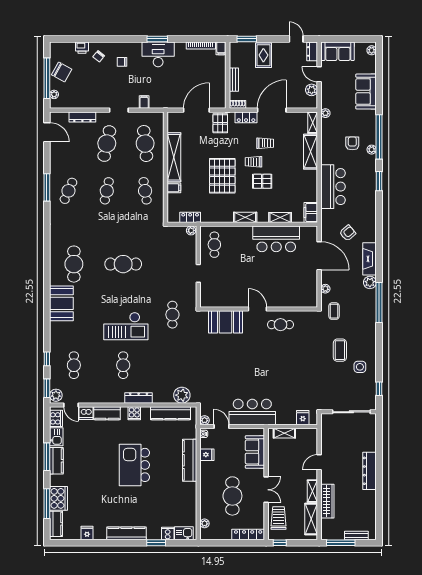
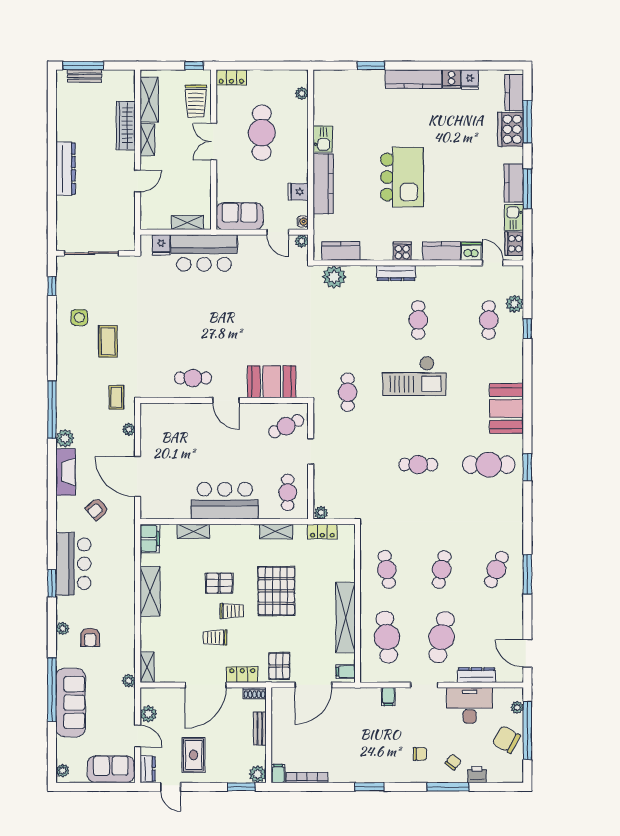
window: (102, 39) -> (448, 787), added
plant: (235, 48) -> (258, 774), added
desk: (158, 54) -> (470, 705), moved, turned 180
rug: (263, 55) -> (194, 755), moved
sofa: (366, 92) -> (71, 702), width x1.36
window: (379, 137) -> (52, 690), moved
shelving: (310, 152) -> (150, 591), moved
bar counter: (333, 187) -> (73, 564), moved, turned 180
filing cabinet: (174, 188) -> (346, 672), moved
shelving: (245, 217) -> (276, 531), moved
bar counter: (276, 239) -> (225, 501), moved
cafe table: (74, 264) -> (489, 465), turned 90
cafe table: (123, 264) -> (418, 465), width x0.73, depth x0.74
cafe table: (215, 291) -> (286, 426), added
checkout: (126, 326) -> (414, 376), turned 180
window: (47, 388) -> (527, 467), moved
plant: (56, 395) -> (514, 304), moved
bar counter: (252, 412) -> (204, 253), moved
kitchen counter: (171, 413) -> (341, 251), width x0.67
sofa: (255, 452) -> (240, 216), moved, turned -90
kitchen sink: (184, 533) -> (323, 139), moved, turned -90
cooker: (168, 534) -> (452, 79), moved
locker: (248, 535) -> (231, 77), width x0.66
window: (341, 543) -> (83, 66), moved

